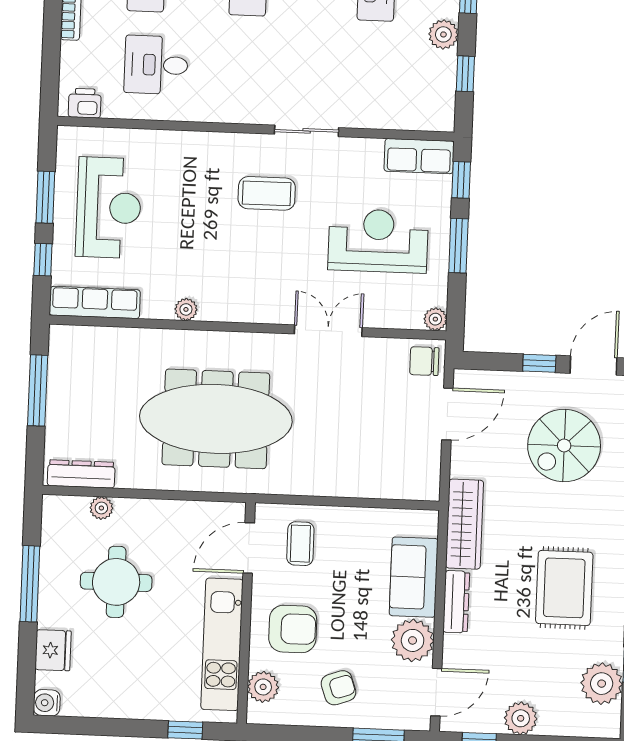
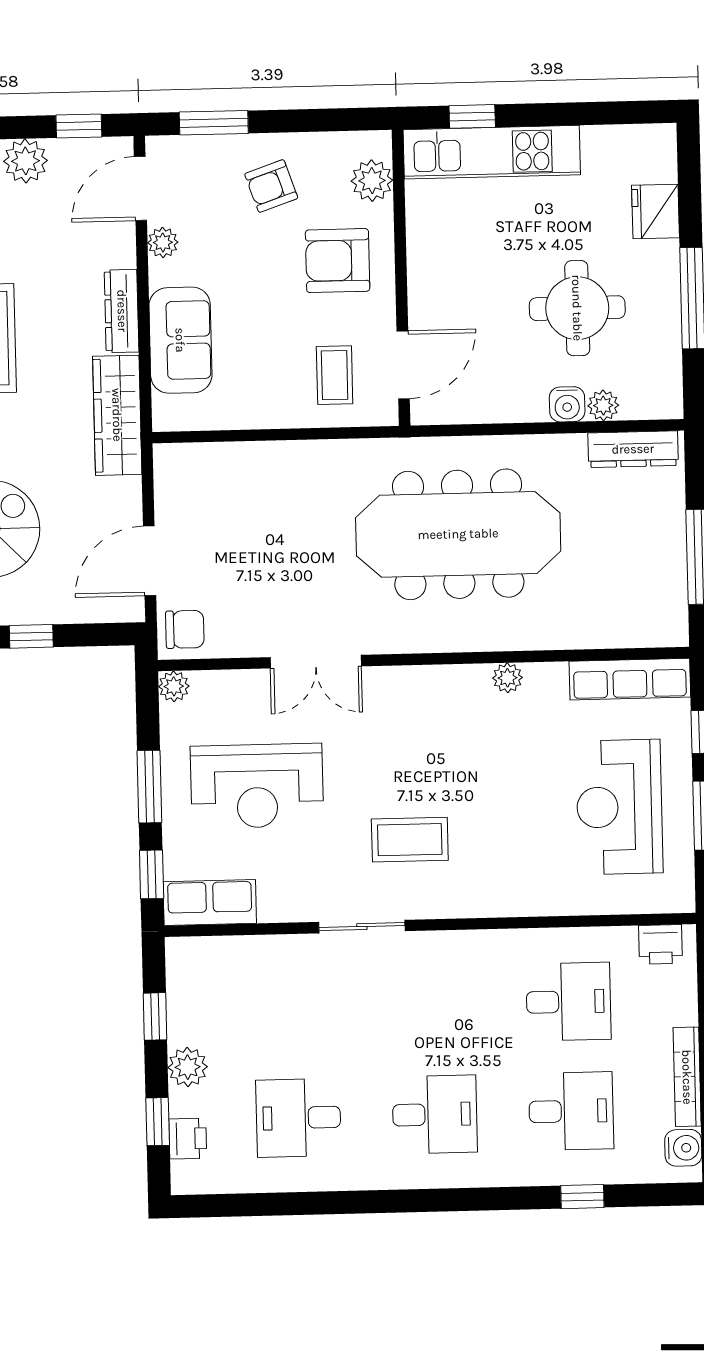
plant: (413, 640) -> (163, 242), width x0.53, depth x0.53
kitchen unit: (222, 644) -> (492, 152), moved, turned 90
water cooler: (47, 703) -> (567, 404), moved, turned 90

